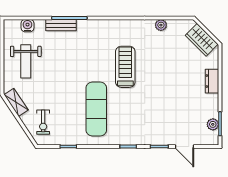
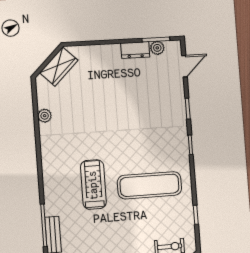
treadmill: (125, 67) -> (93, 185), moved, turned 90
dresser: (212, 81) -> (135, 50), moved
door: (185, 147) -> (184, 66), moved

